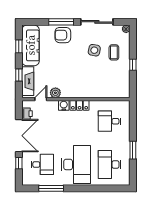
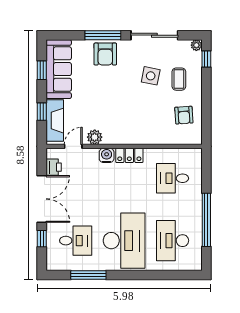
armchair: (63, 35) -> (105, 54), turned -90
window: (133, 65) -> (206, 59), moved
armchair: (117, 77) -> (184, 115), added
window: (133, 150) -> (206, 220), width x2.11

